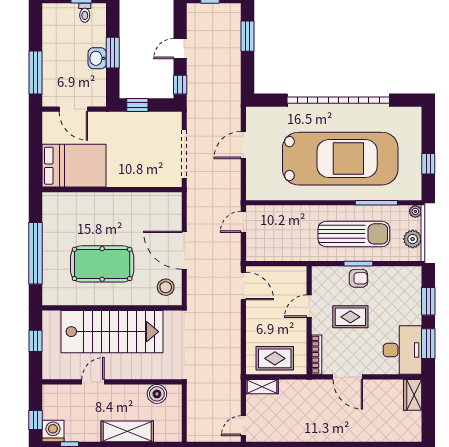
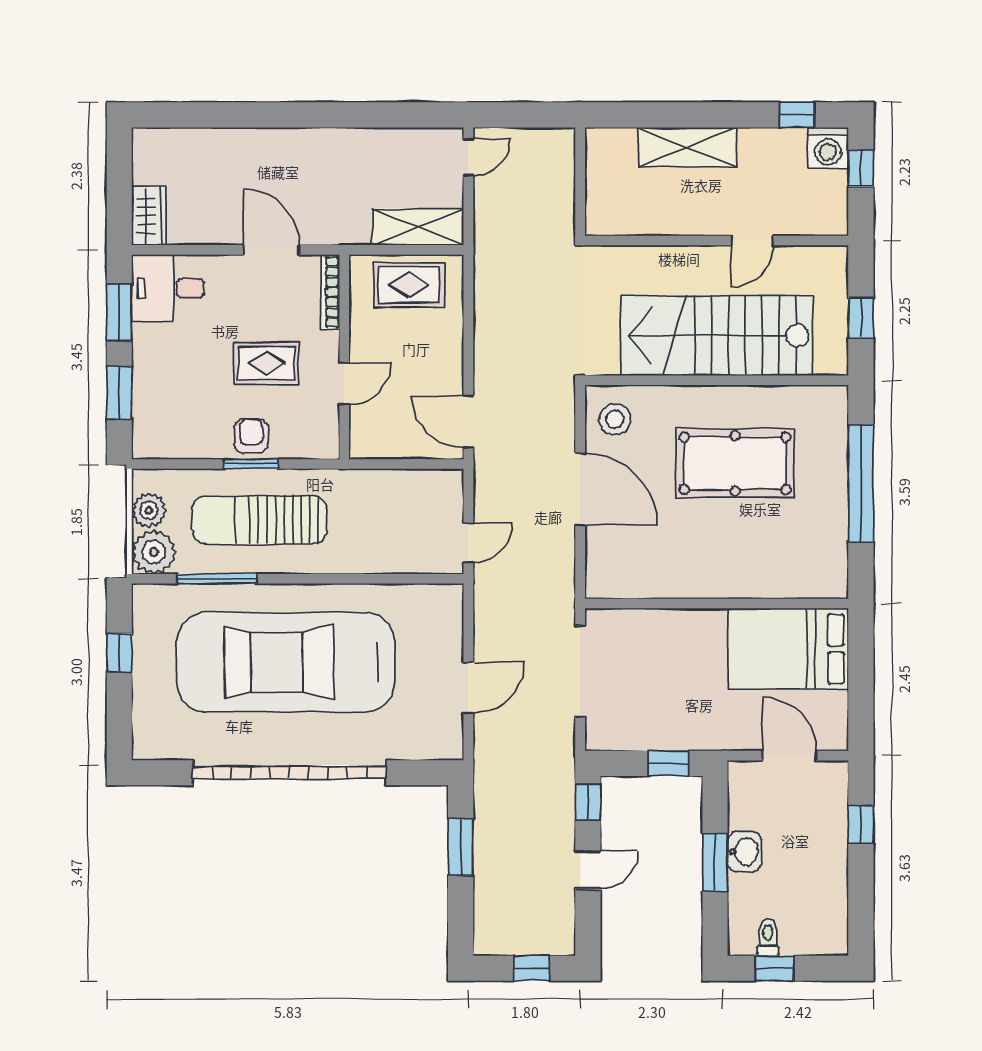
window: (247, 36) -> (461, 847), moved
window: (36, 73) -> (861, 825), width x0.46
plant: (415, 211) -> (154, 552), width x1.88, depth x1.88
armchair: (358, 278) -> (251, 436), turned 91
desk: (402, 350) -> (168, 288), width x0.73
shelving: (262, 387) -> (418, 227), width x1.50, depth x1.33
boiler: (157, 394) -> (632, 218), removed

